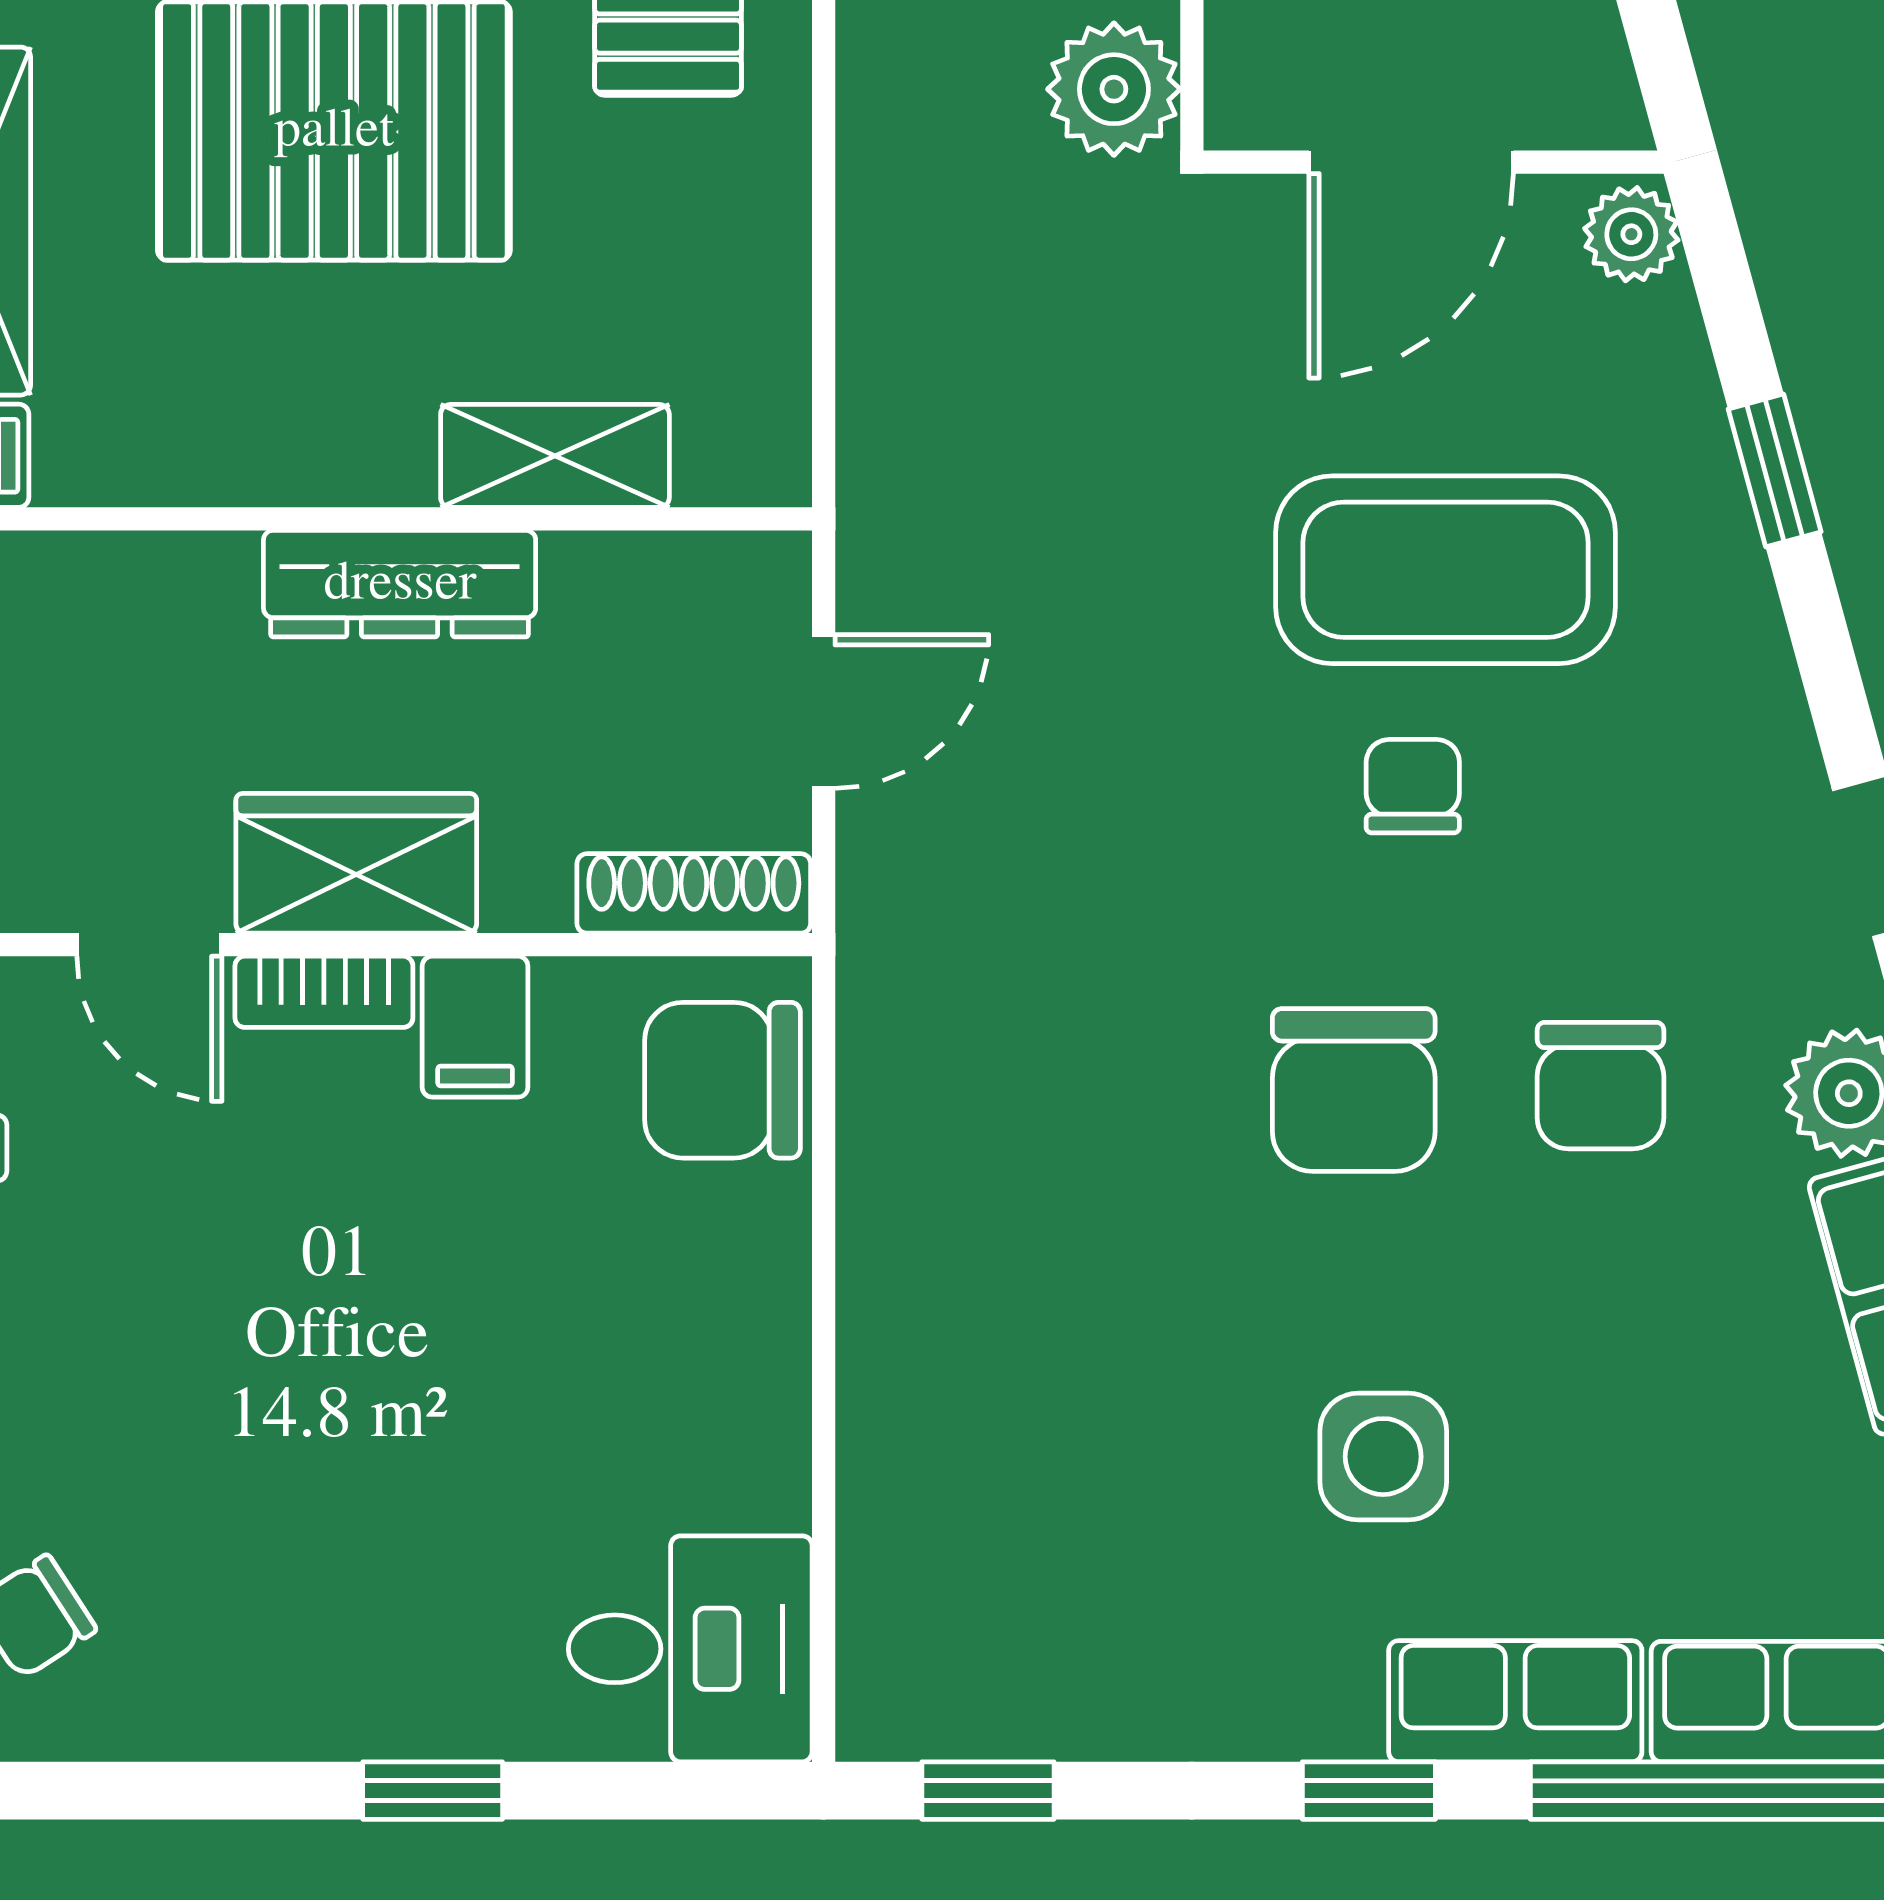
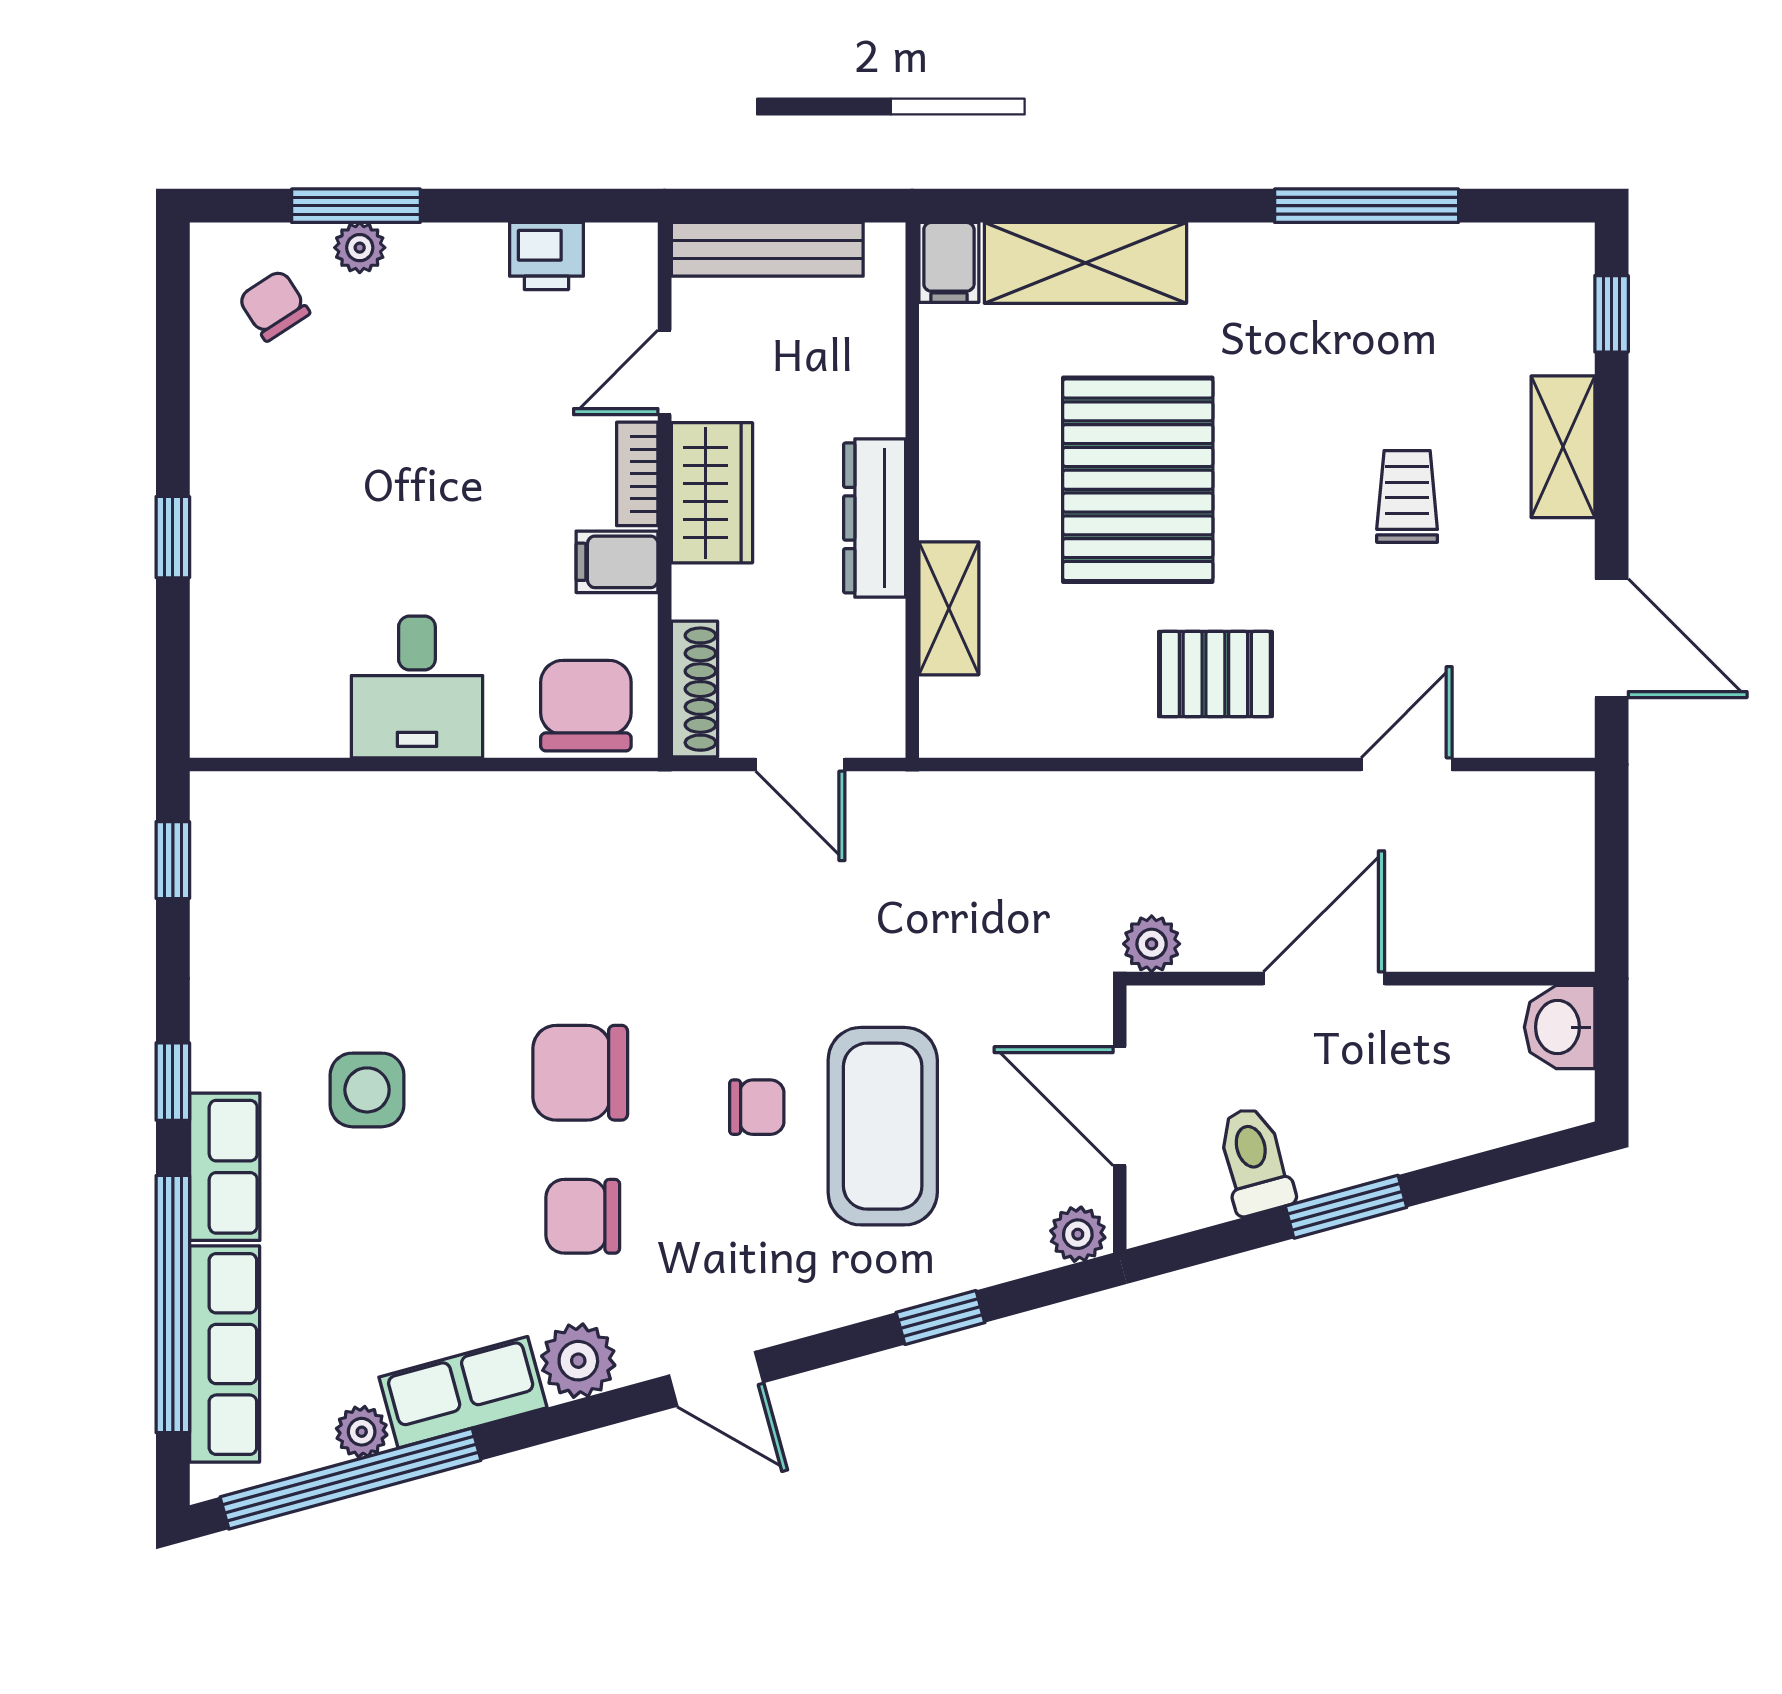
plant: (1114, 89) -> (1152, 944), width x0.73, depth x0.73
desk: (690, 1649) -> (417, 687), moved

